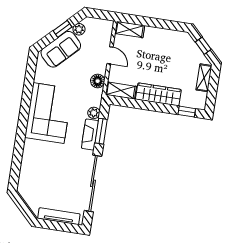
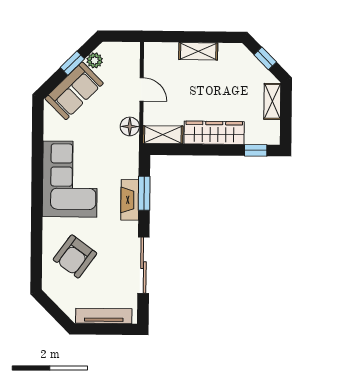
shelving: (130, 30) -> (198, 51), moved
plant: (94, 113) -> (131, 170), removed
armchair: (44, 170) -> (75, 256), added
sliding door: (93, 183) -> (143, 265), width x0.73

